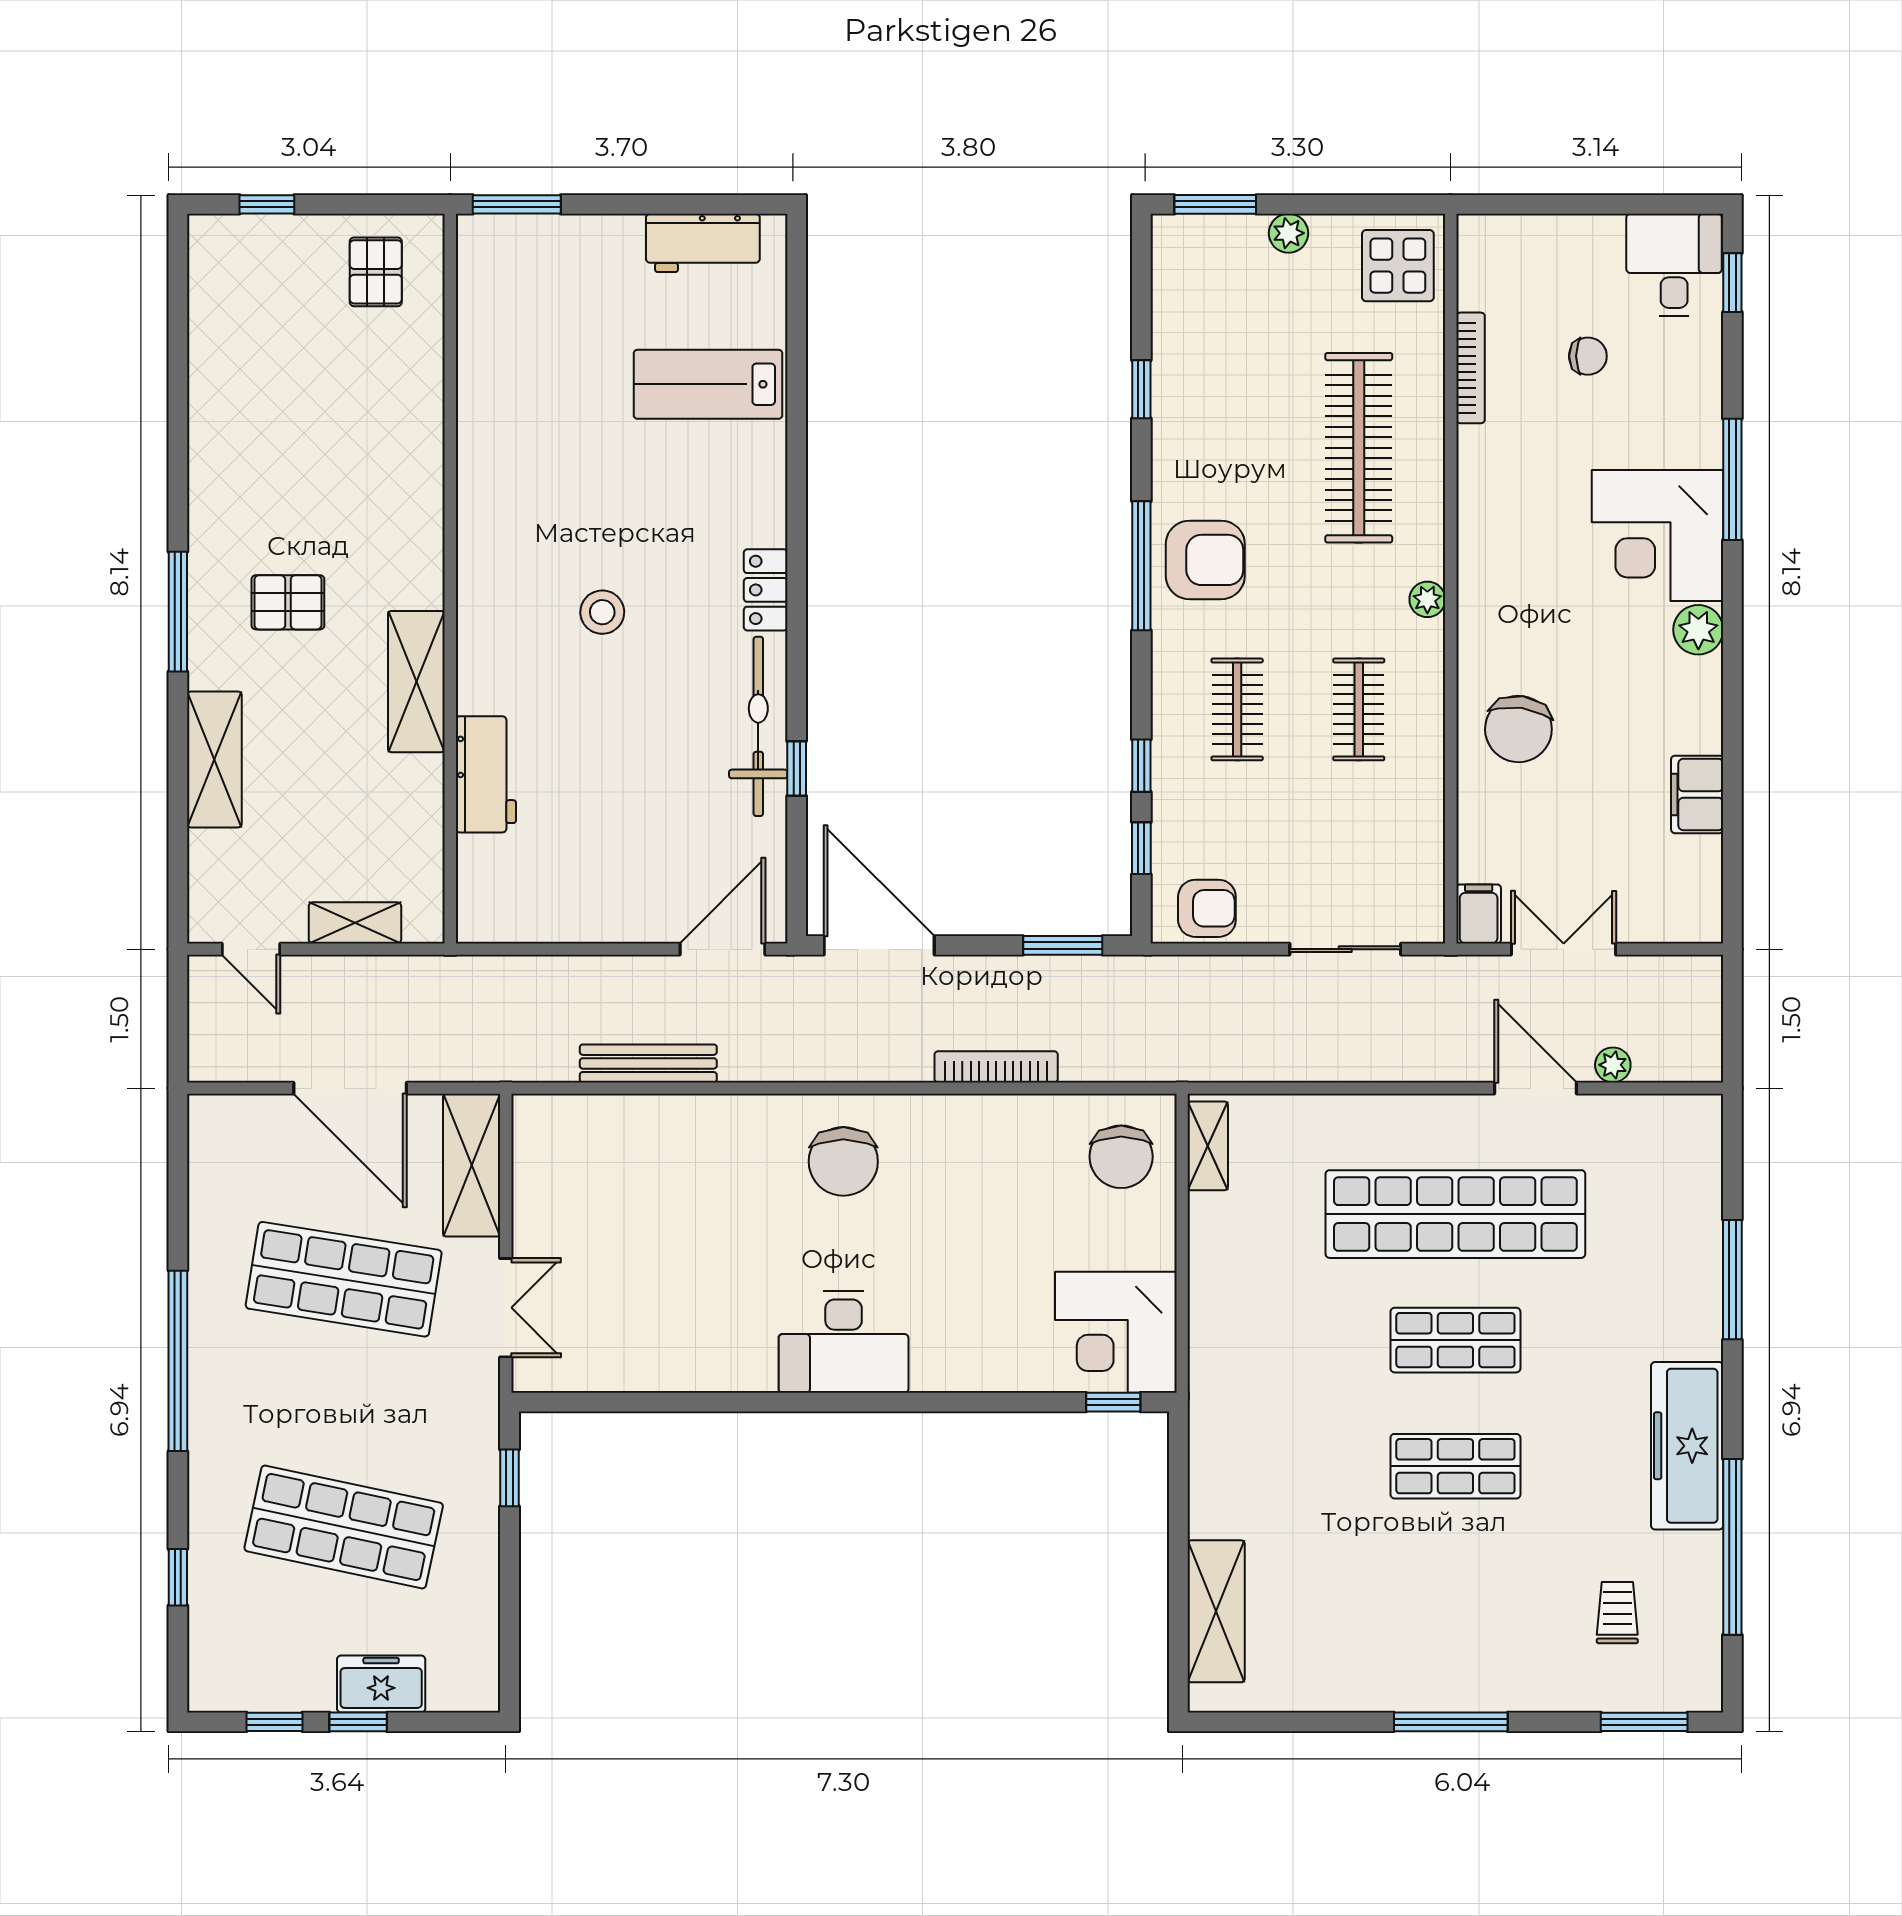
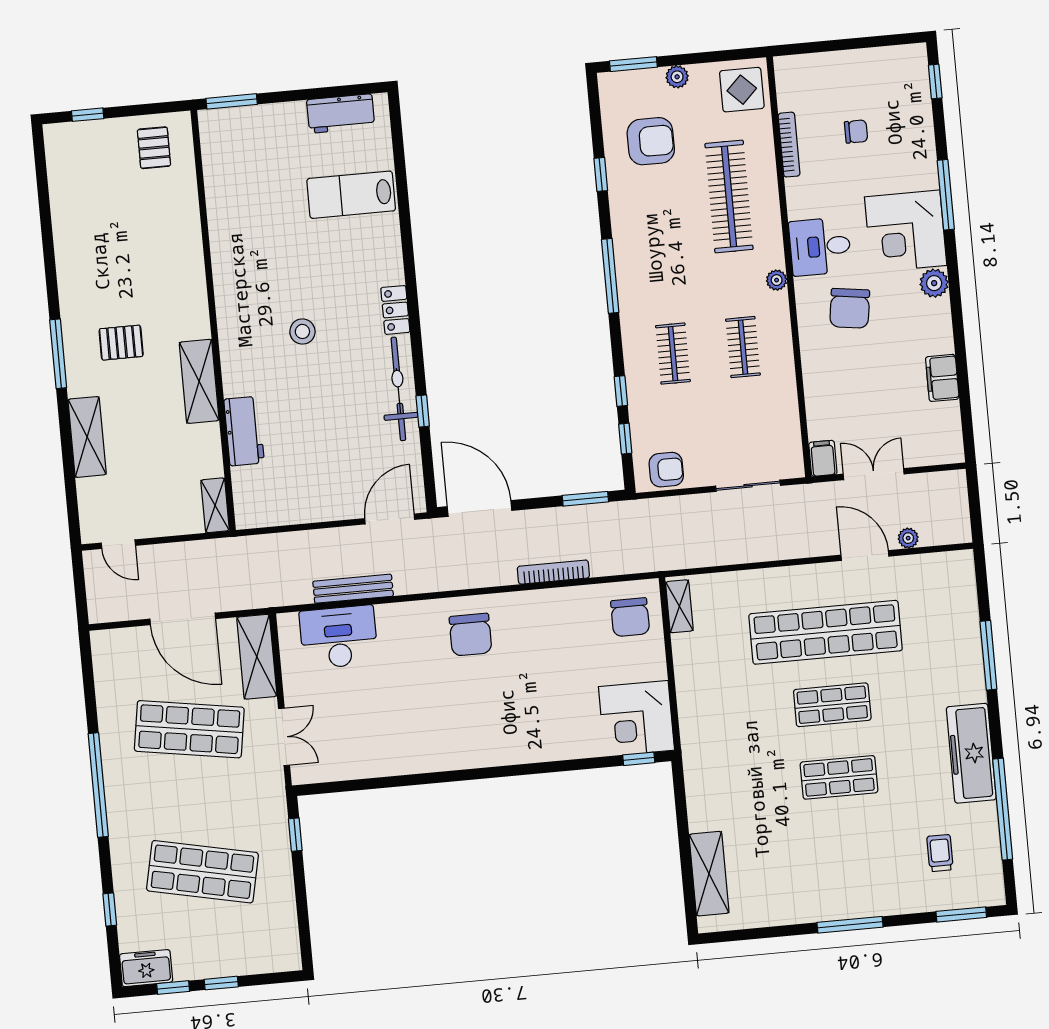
desk: (1674, 265) -> (820, 247), moved, turned -90
armchair: (1205, 560) -> (651, 141), moved
chair: (1518, 729) -> (850, 308), moved
shelving: (355, 923) -> (215, 505), moved, turned 90
desk: (844, 1342) -> (339, 637), moved, turned 180
freezer: (381, 1684) -> (146, 968), moved

